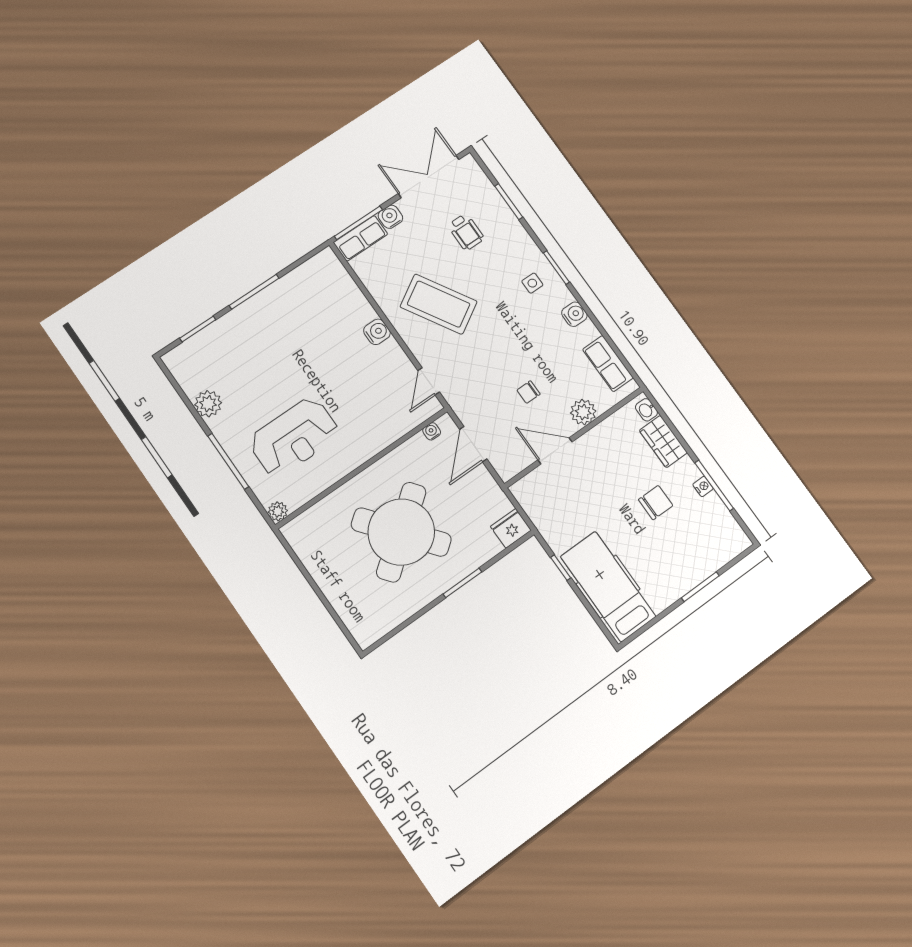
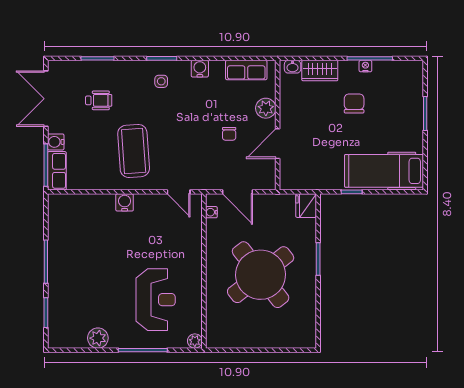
coffee table: (439, 304) -> (134, 151), turned -63

